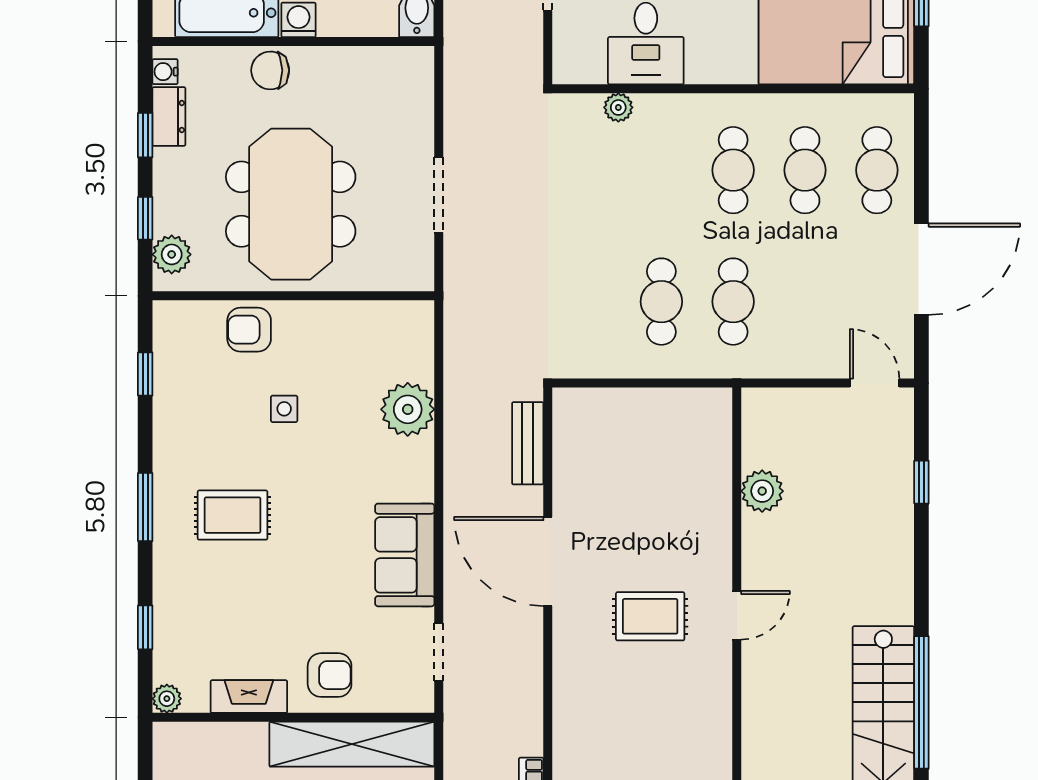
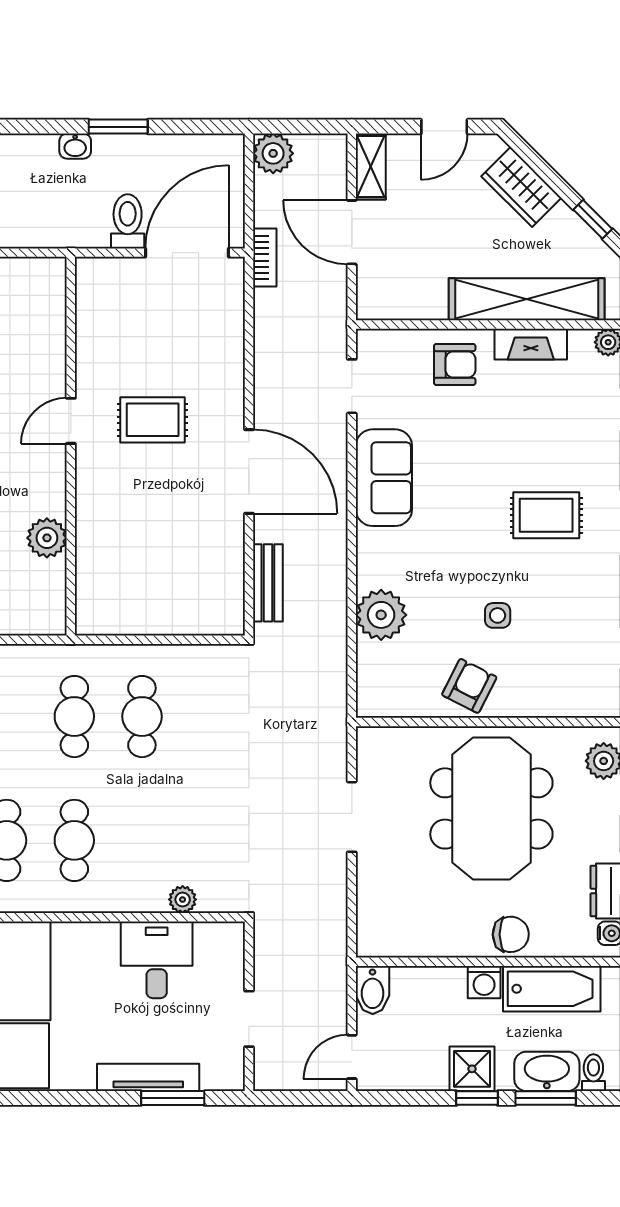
armchair: (249, 330) -> (469, 686), moved, turned -63
armchair: (330, 675) -> (455, 364), turned 180
shelving: (352, 744) -> (527, 299), moved

